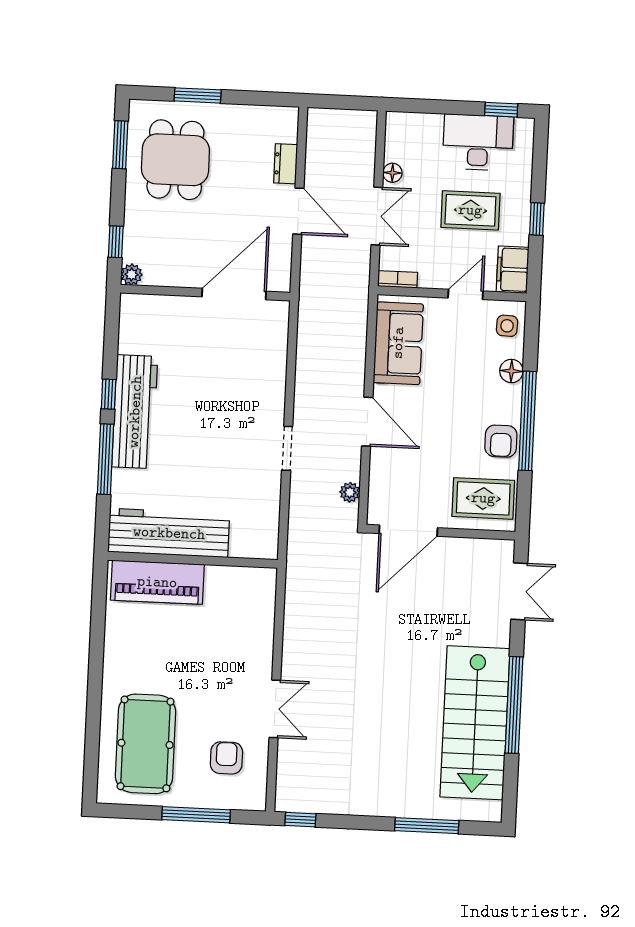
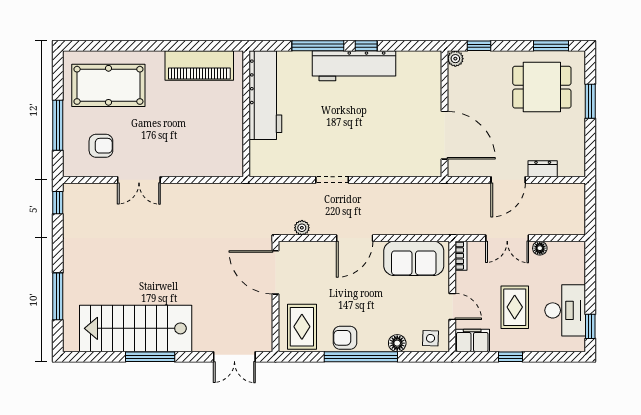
piano: (157, 582) -> (199, 65), moved, turned -90
window: (514, 705) -> (150, 357), width x0.68

